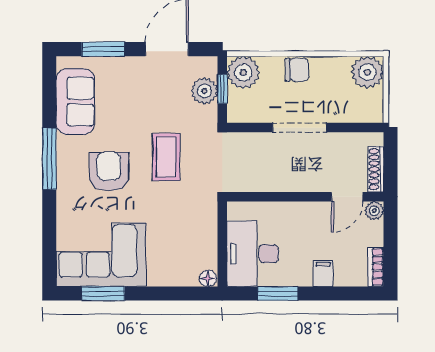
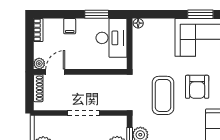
coffee table: (166, 157) -> (163, 95), width x1.36, depth x1.32

